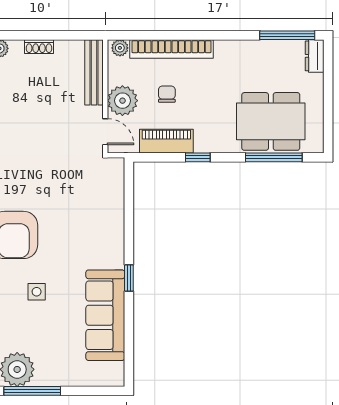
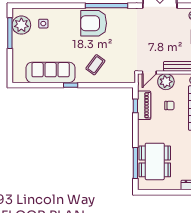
window: (198, 157) -> (135, 106), moved
coffee table: (91, 232) -> (95, 65), added
side table: (37, 292) -> (43, 24), moved

